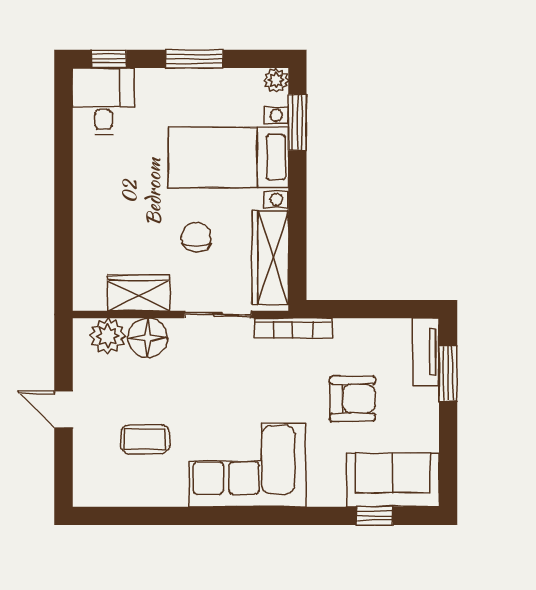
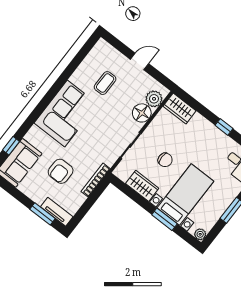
window: (297, 122) -> (164, 219), moved
window: (64, 181) -> (224, 127), added
wardrobe: (270, 257) -> (142, 186), width x0.67
wardrobe: (139, 293) -> (180, 108), moved, turned 90
bookcase: (293, 328) -> (96, 180), moved

